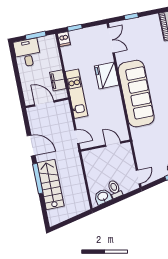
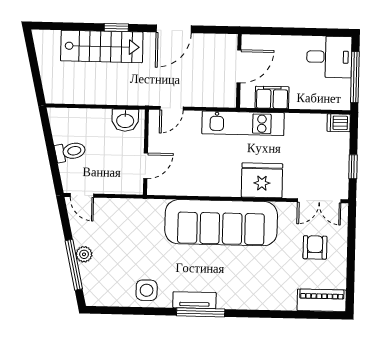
window: (131, 16) -> (351, 243), removed
window: (75, 28) -> (353, 167), moved
window: (36, 35) -> (355, 77), width x1.44
armchair: (138, 37) -> (315, 247), added
window: (38, 179) -> (116, 28), width x0.46
washbasin: (103, 197) -> (125, 120), moved, turned 103

